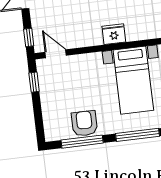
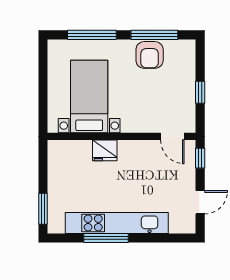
window: (34, 82) -> (200, 92), moved

